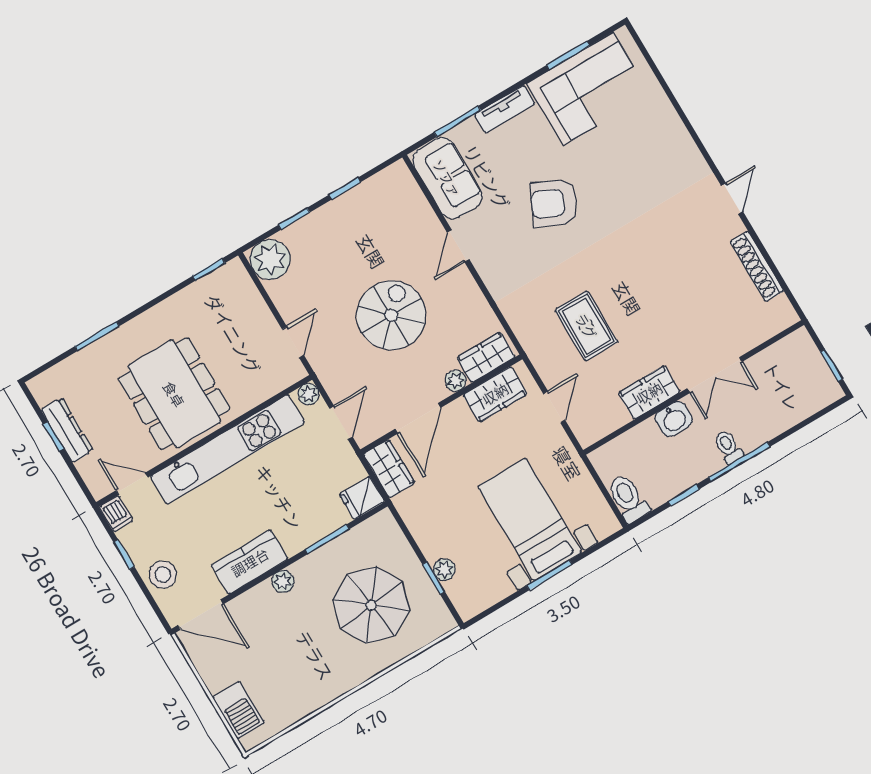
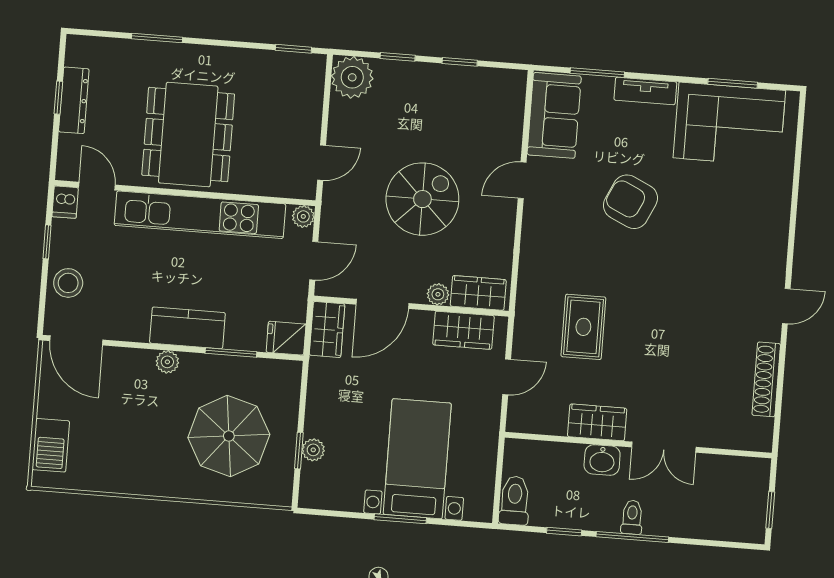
kitchen counter: (250, 562) -> (187, 328), moved

